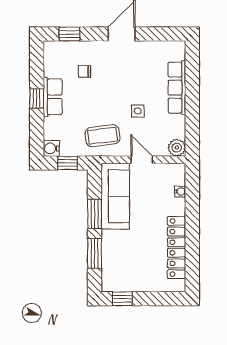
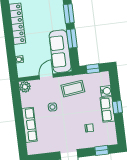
water cooler: (51, 148) -> (106, 91), moved
door: (142, 160) -> (46, 76), swing flipped

